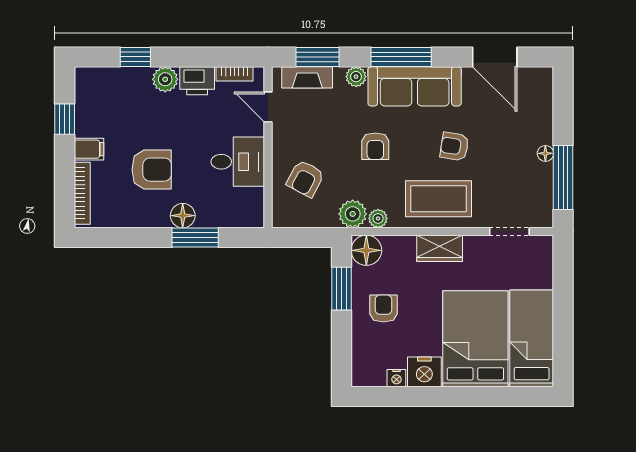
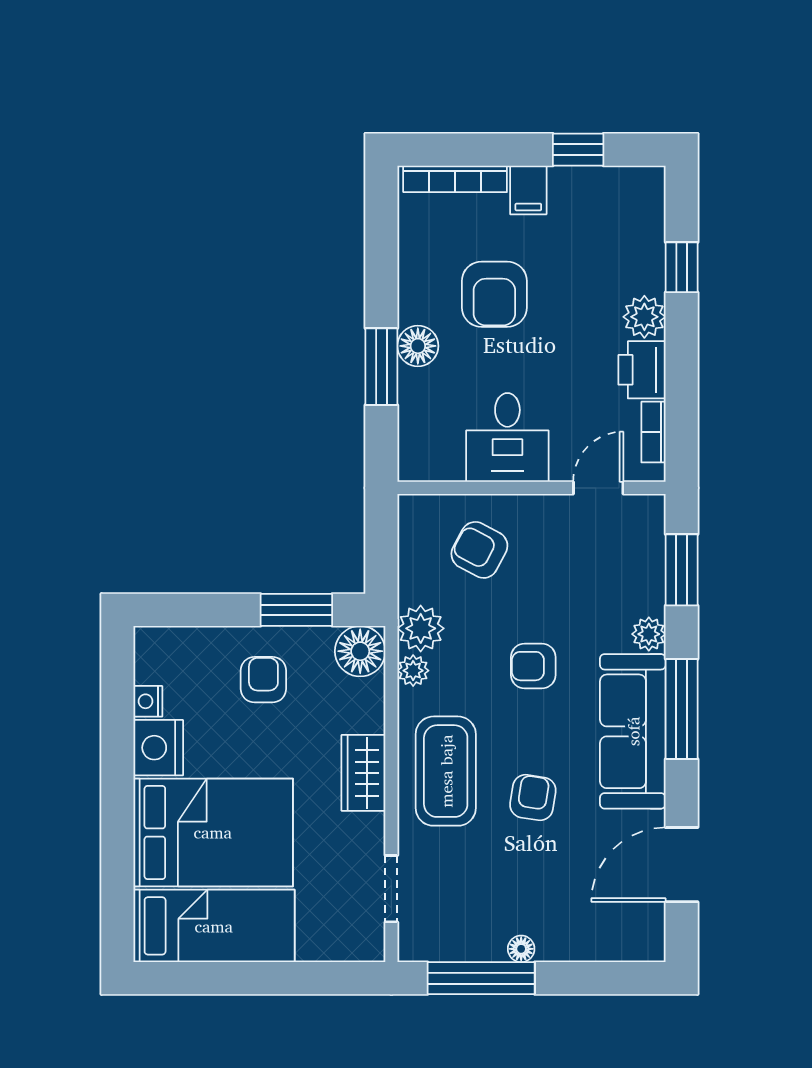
fireplace: (307, 77) -> (648, 553), removed
armchair: (383, 308) -> (263, 680), turned -90

